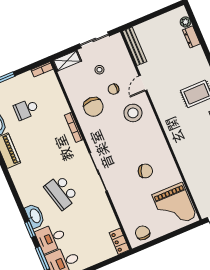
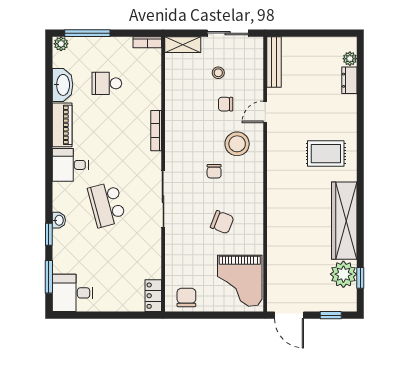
chair: (93, 107) -> (214, 171), moved, width x0.54, depth x0.54
washbasin: (35, 216) -> (59, 220), width x0.52, depth x0.69
desk: (51, 238) -> (70, 165), moved

